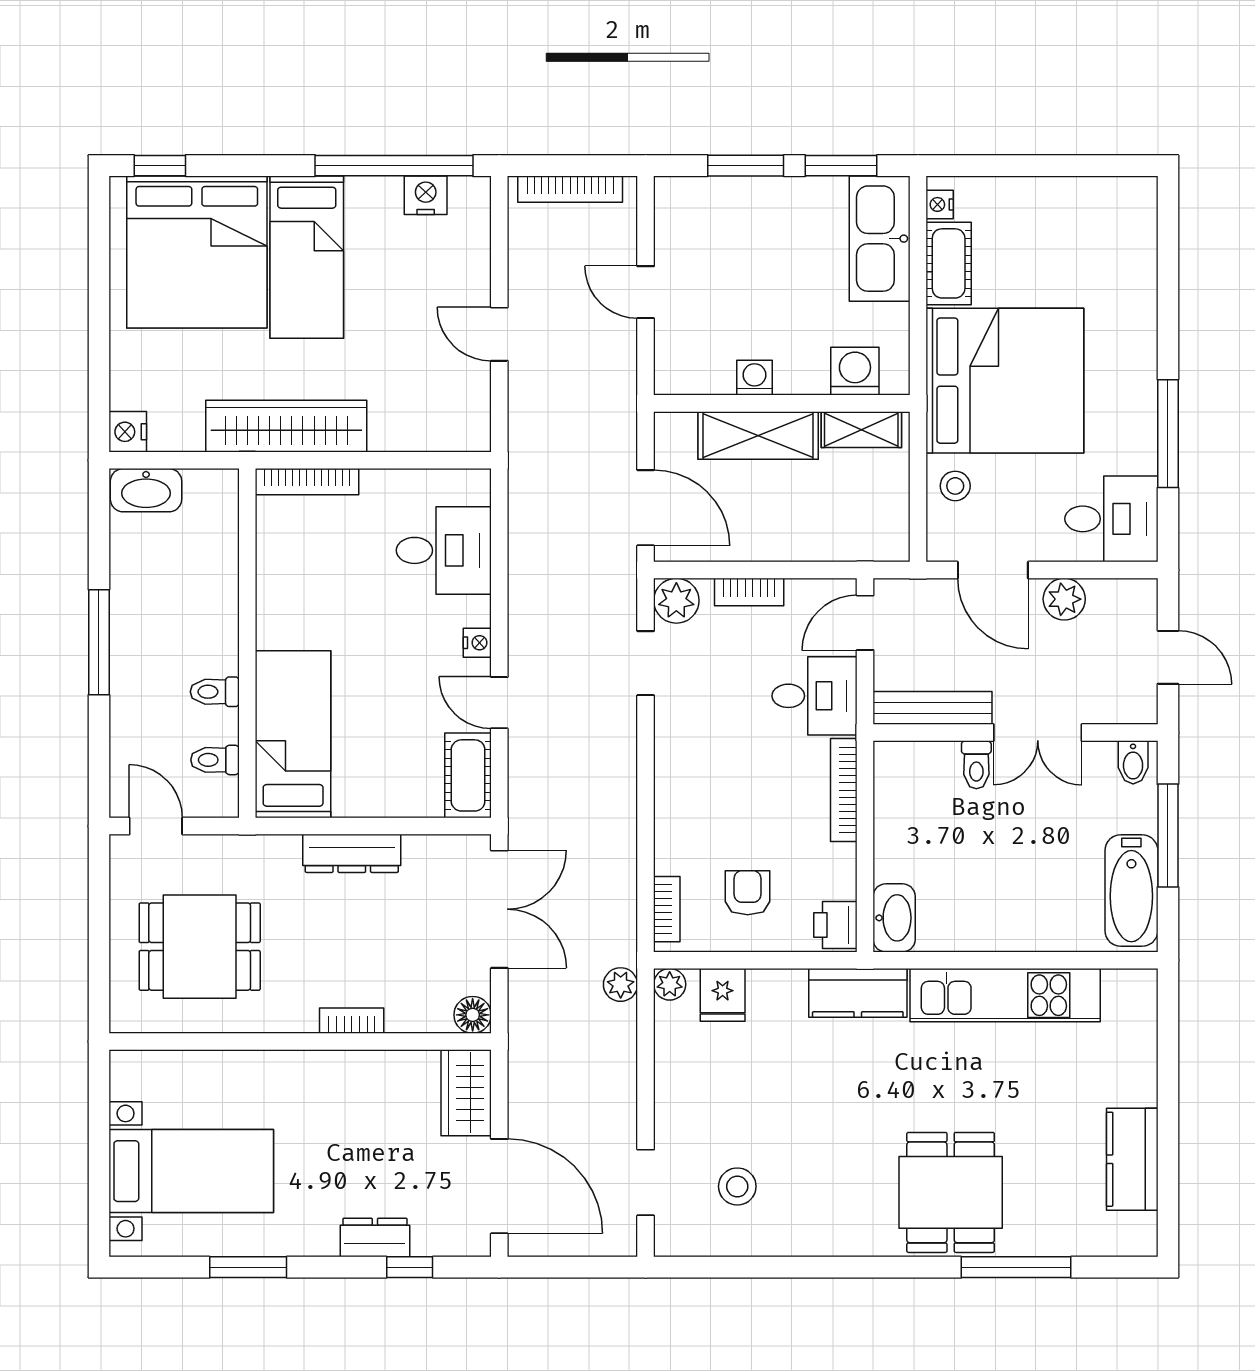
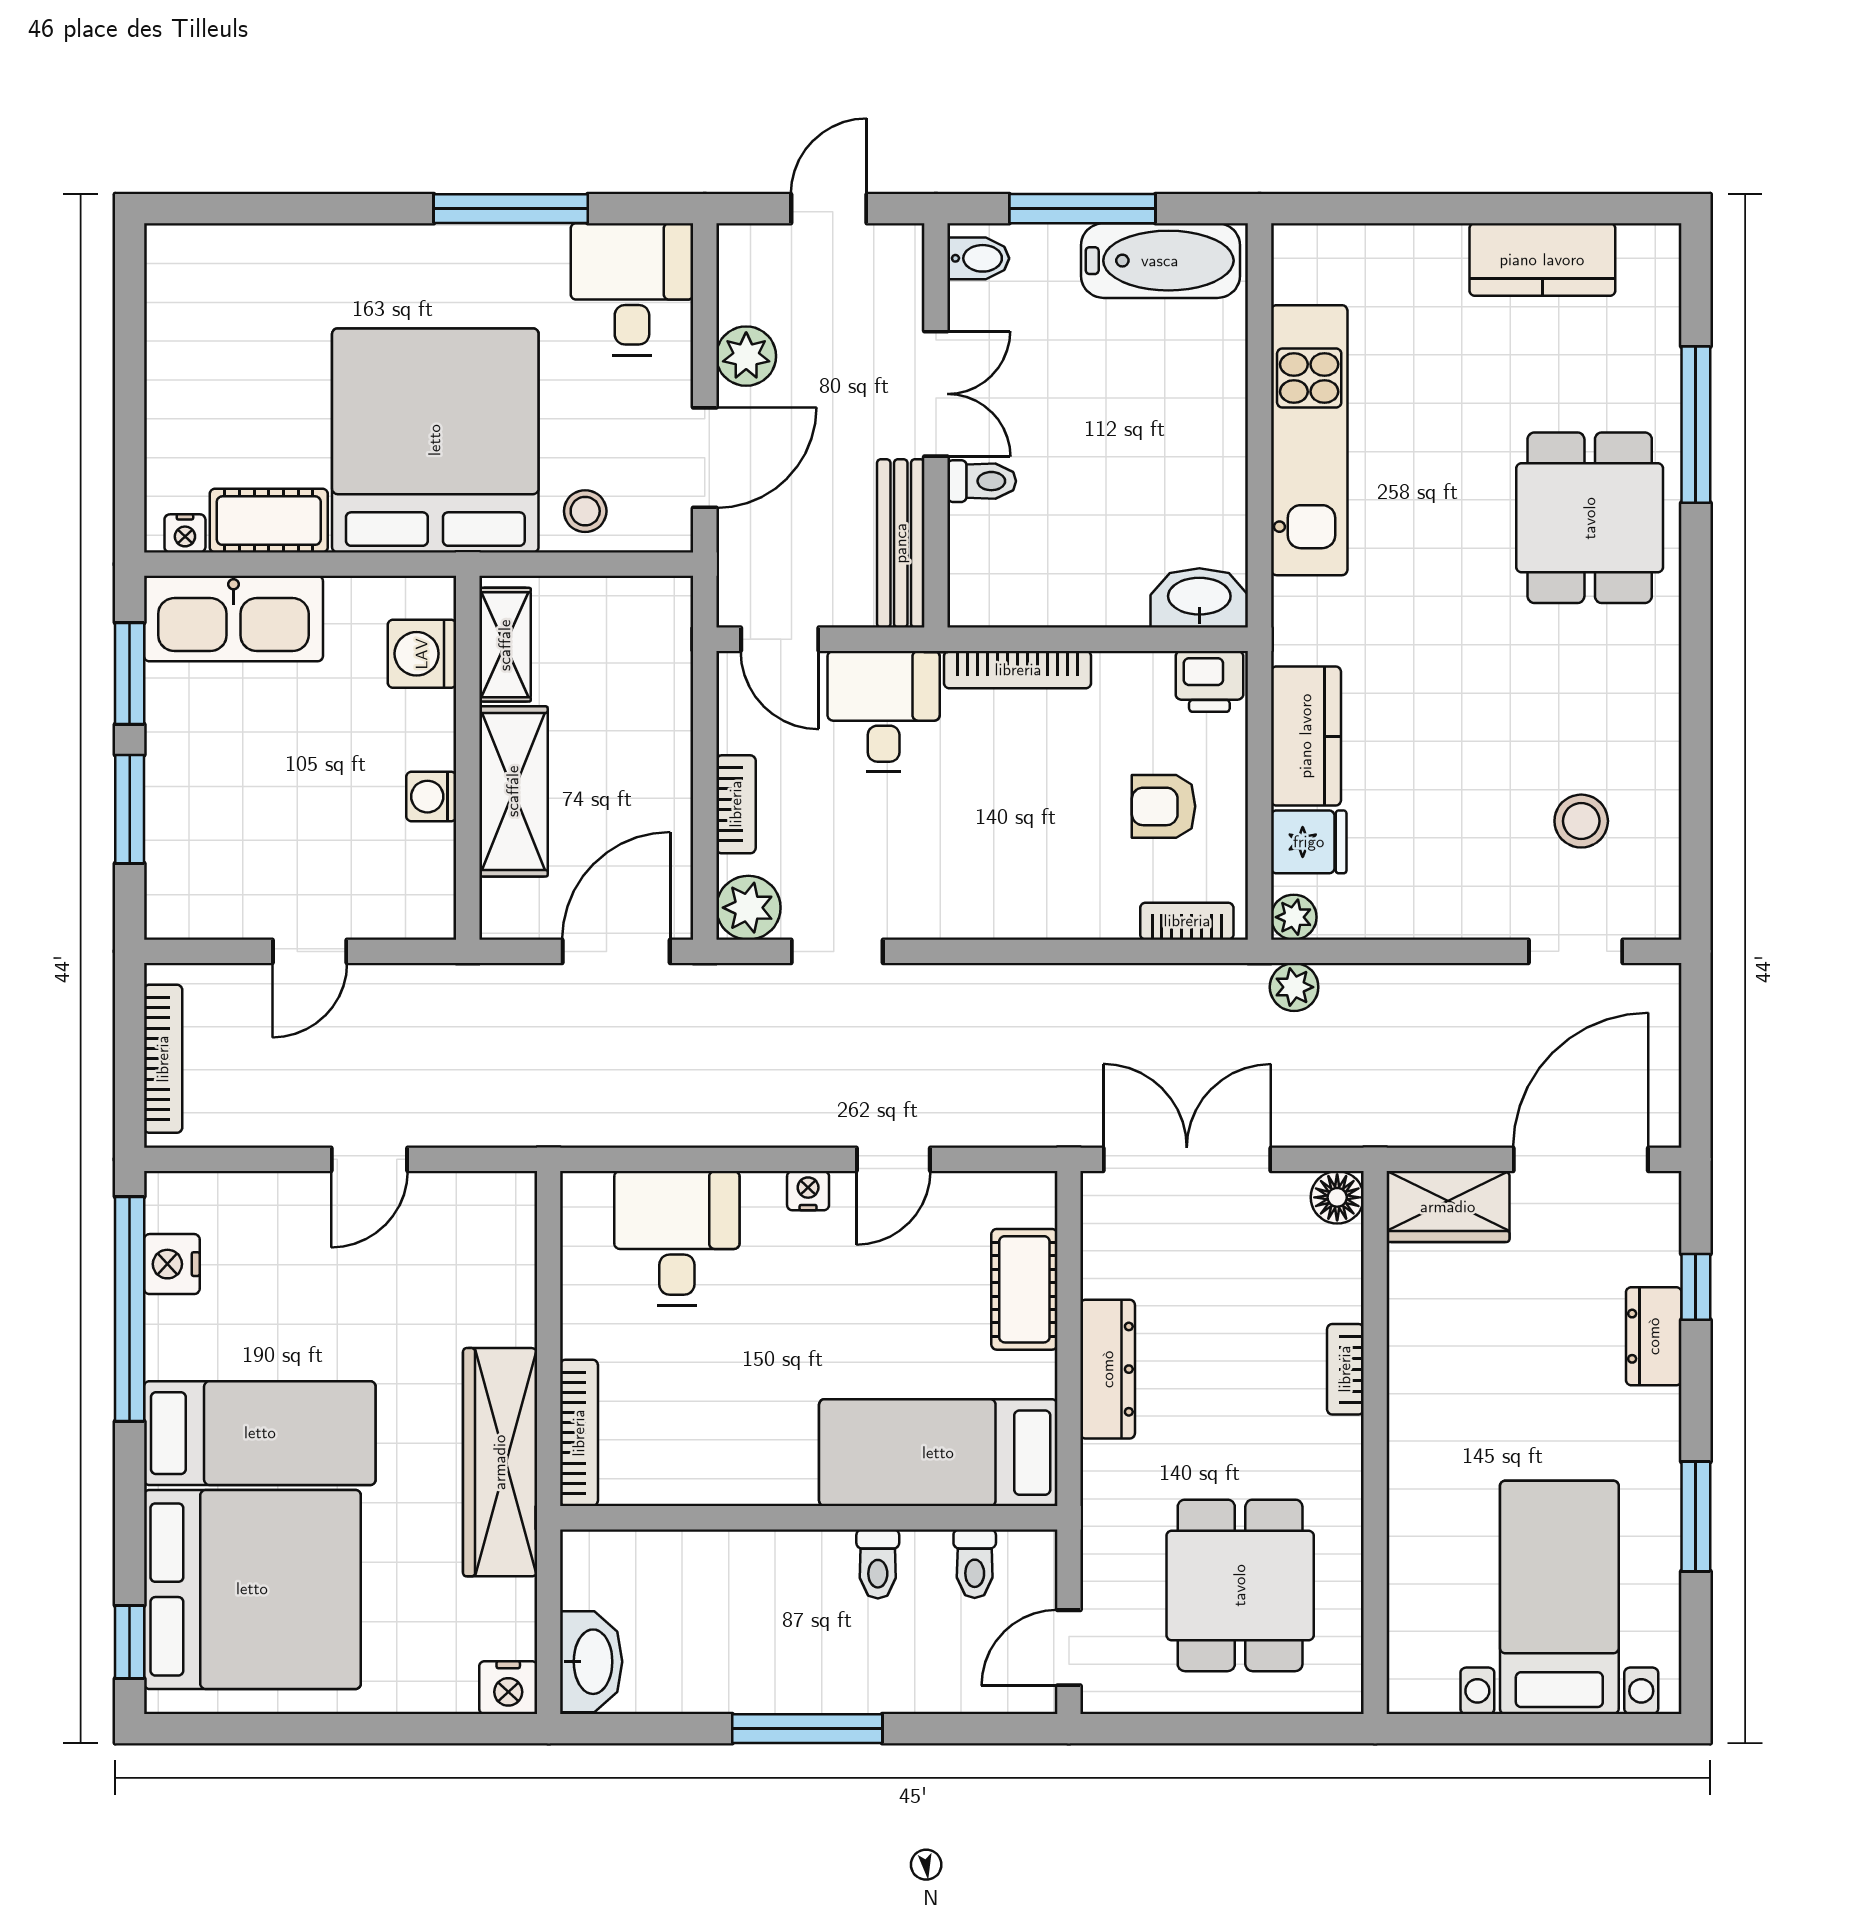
cot: (468, 775) -> (1024, 1289), moved, turned 90
kitchen counter: (858, 993) -> (1306, 736), moved
dining table: (951, 1192) -> (1590, 518), turned 90

